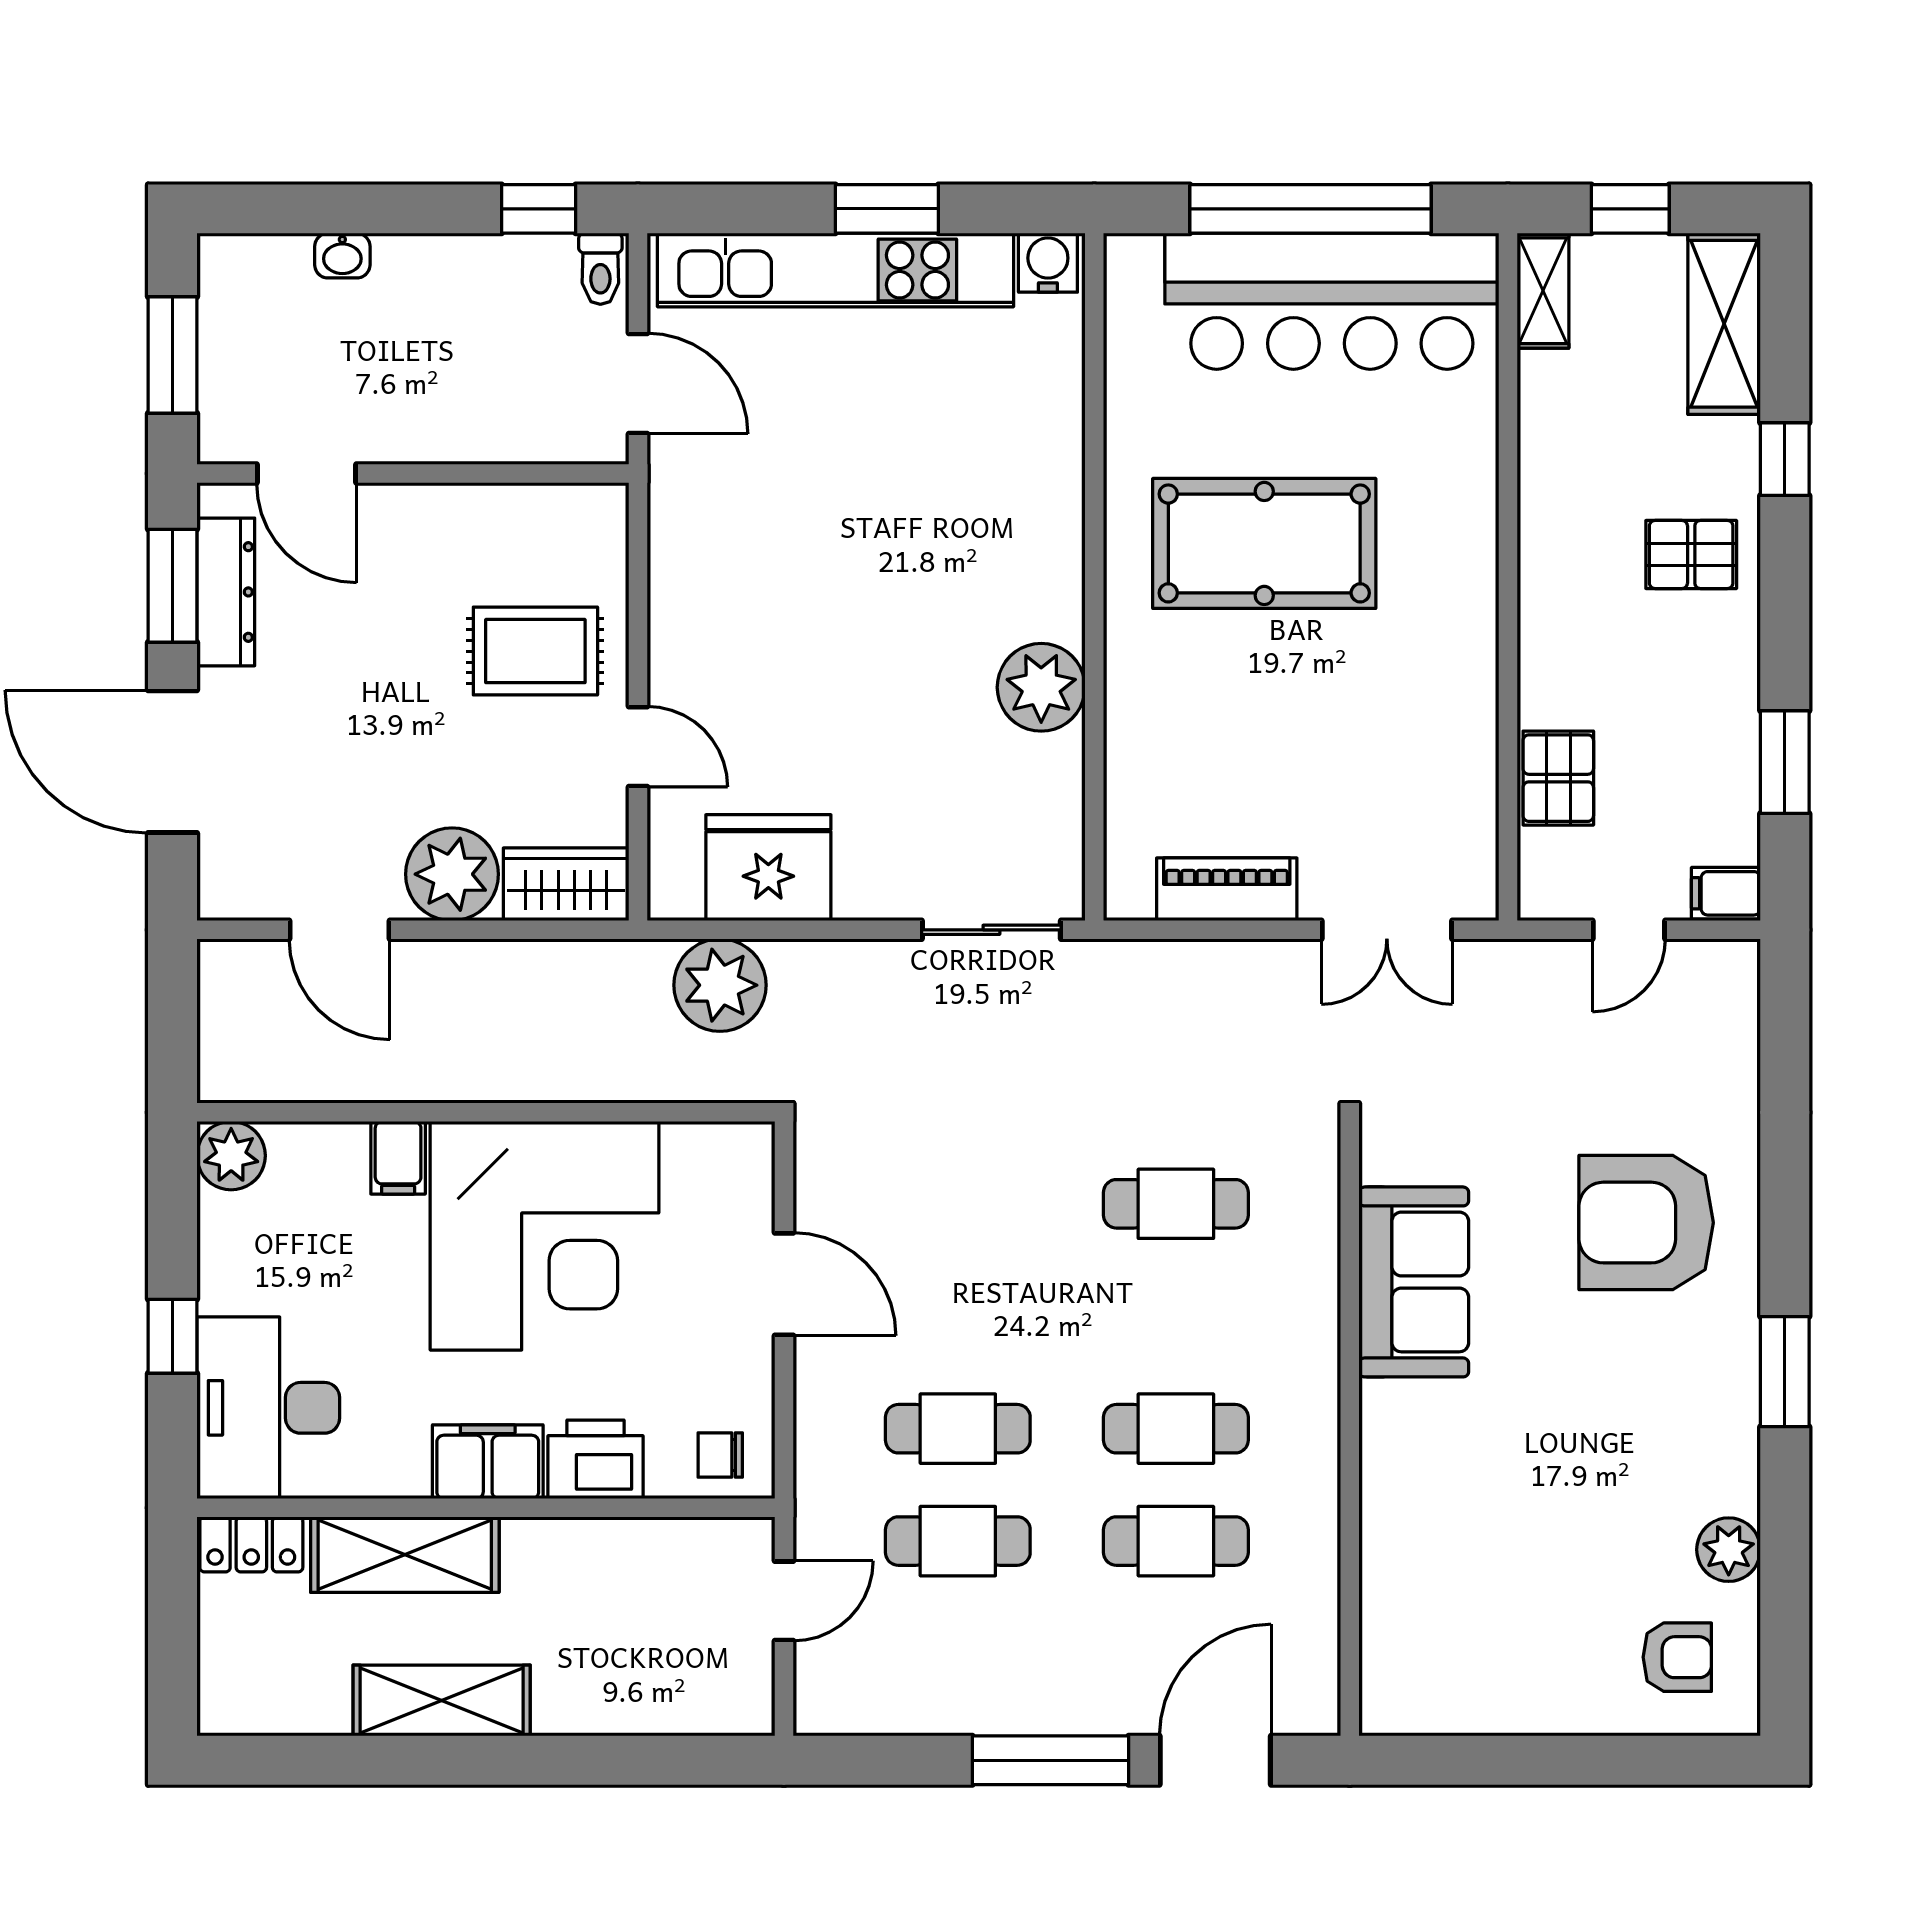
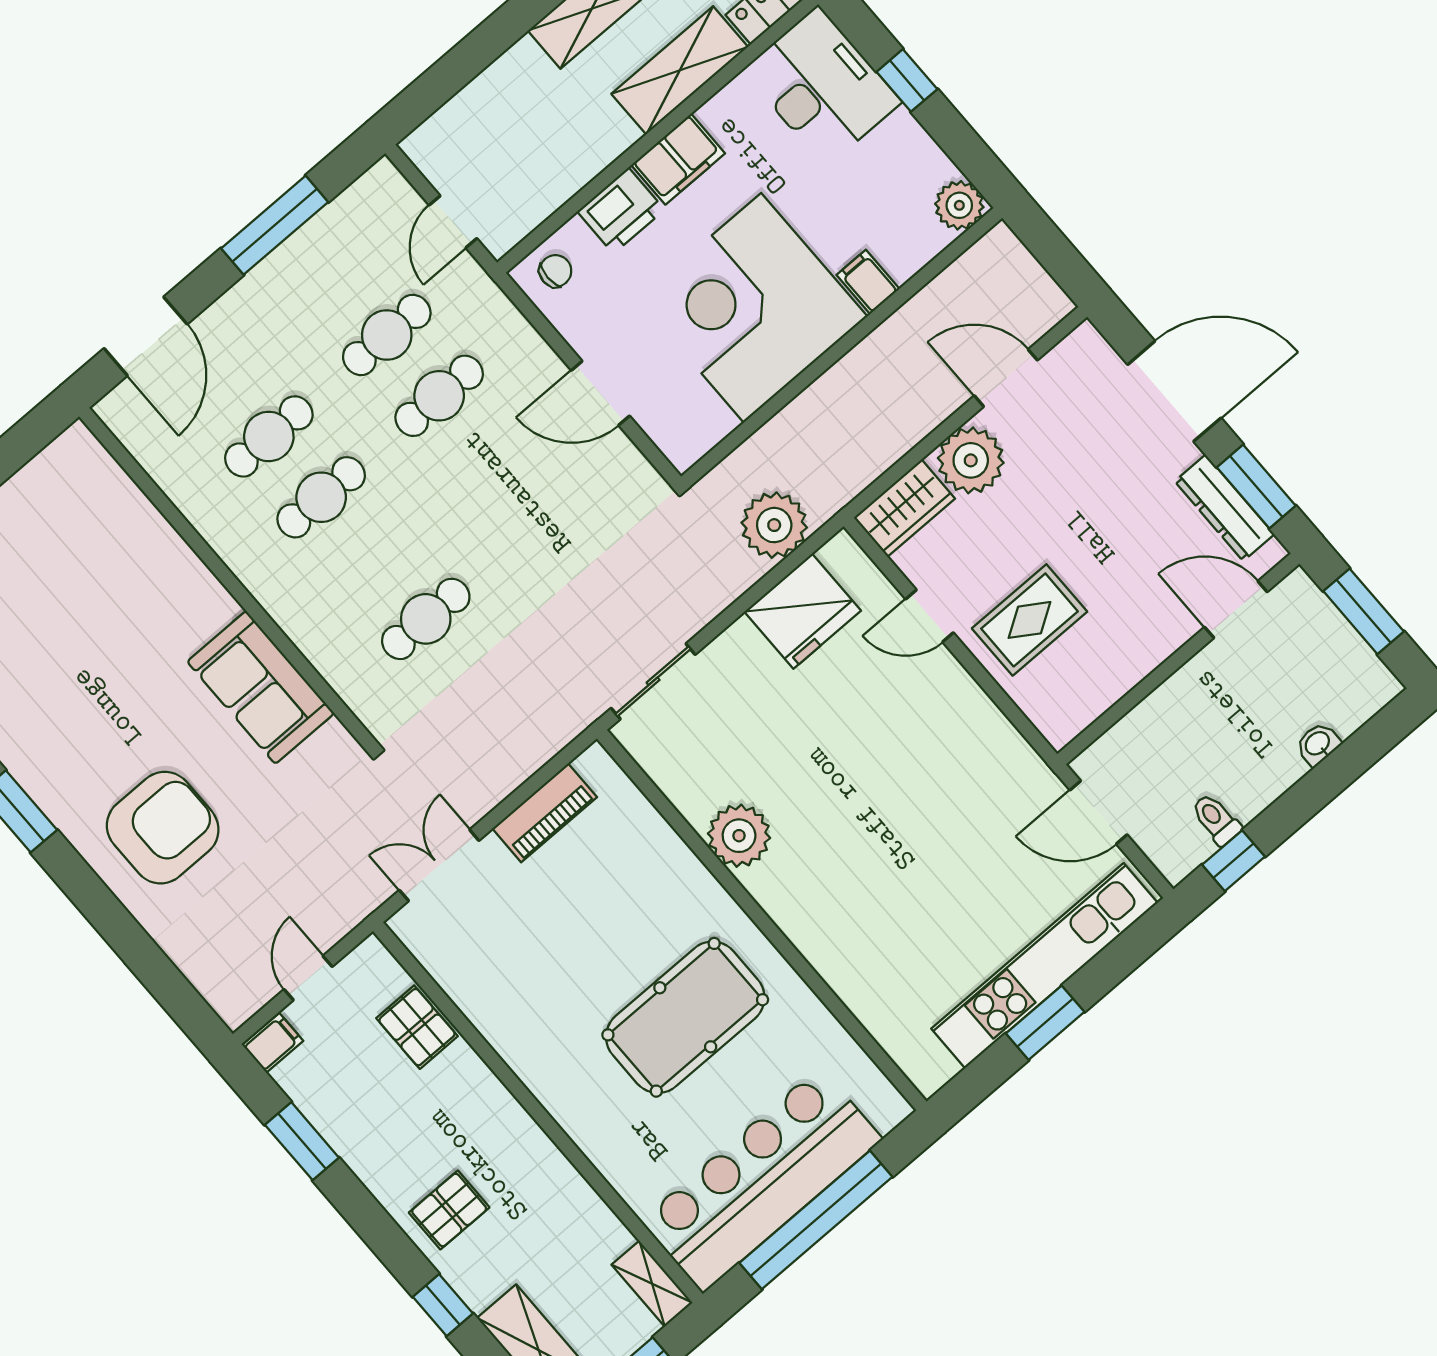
water cooler: (1048, 263) -> (933, 1068), removed
toilet: (600, 269) -> (1216, 819), moved
window: (1050, 1760) -> (275, 225), moved

